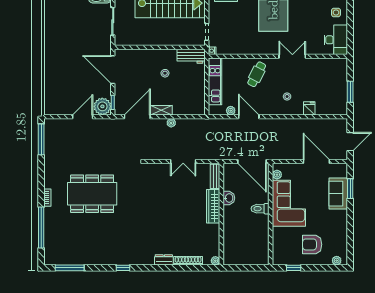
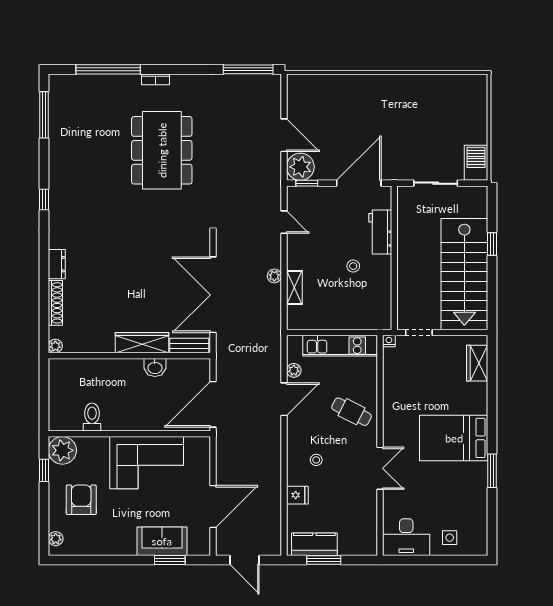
workbench: (191, 56) -> (380, 232), moved
kitchen counter: (340, 98) -> (314, 544), added
shelving: (161, 110) -> (294, 288), moved
door: (137, 117) -> (284, 222), width x0.53
double door: (183, 162) -> (213, 295), width x1.87
plant: (277, 175) -> (62, 450), moved, width x1.88, depth x1.88
toilet: (260, 209) -> (92, 417), moved

